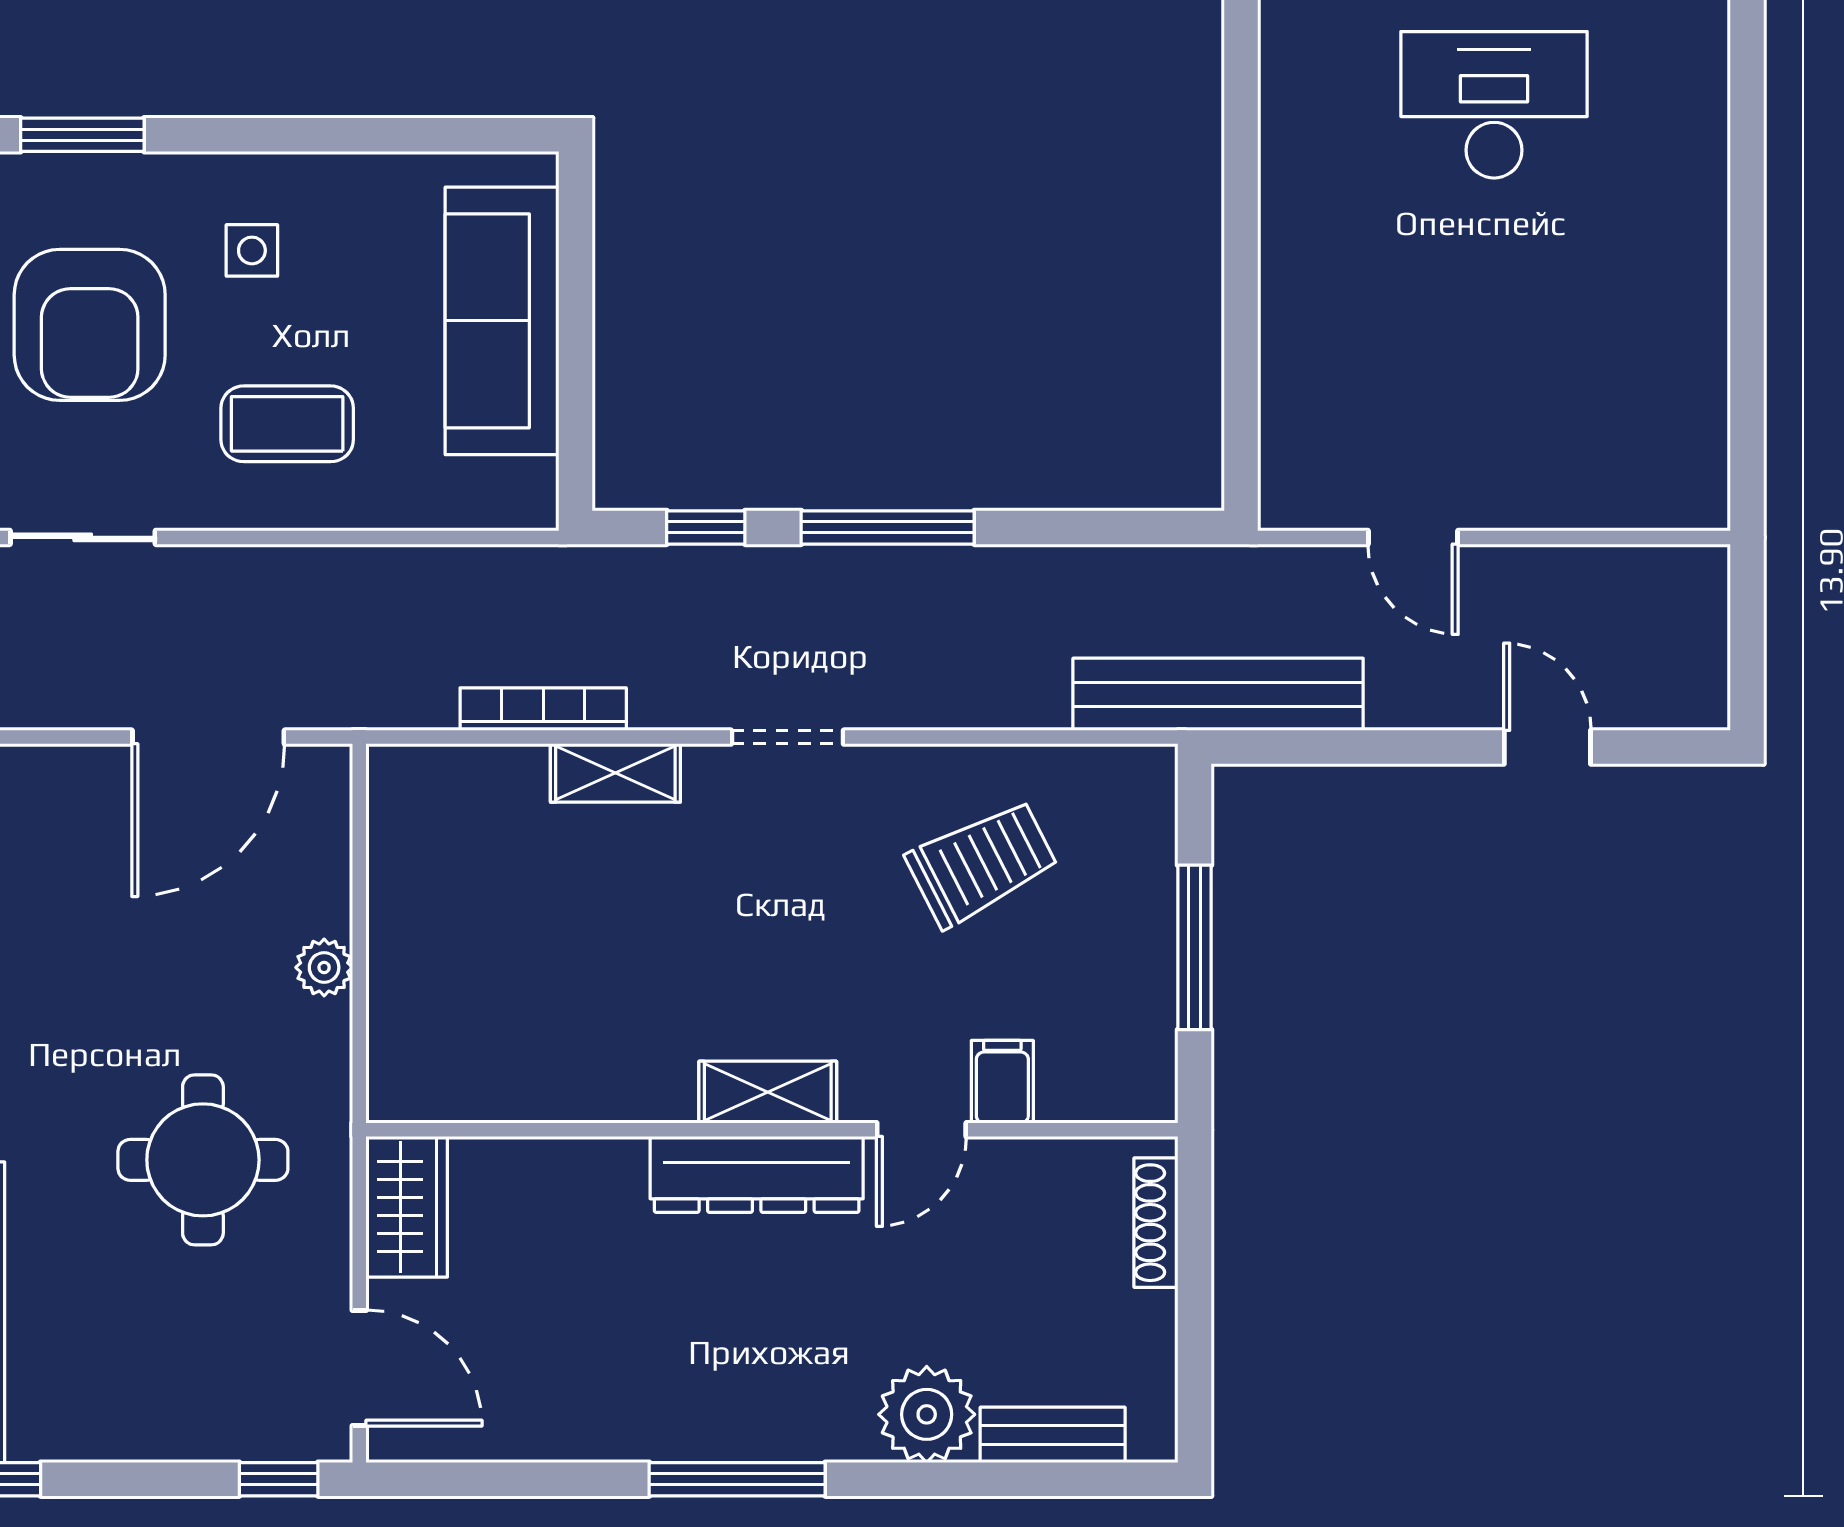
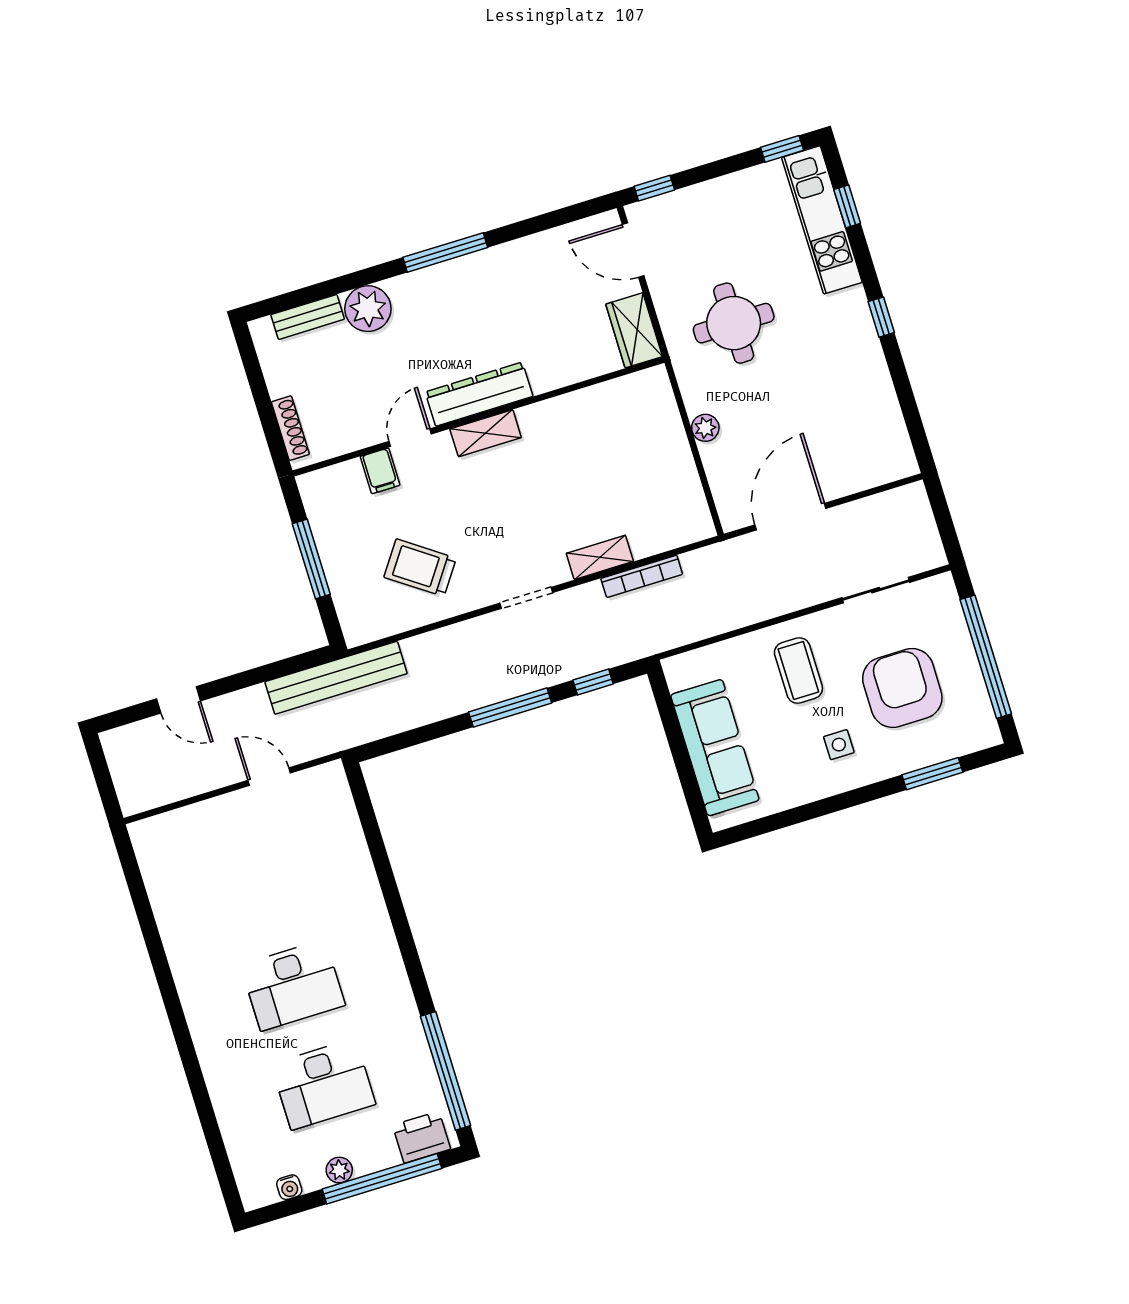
coffee table: (287, 424) -> (798, 671), turned 90
trolley: (982, 863) -> (420, 568), turned 62

